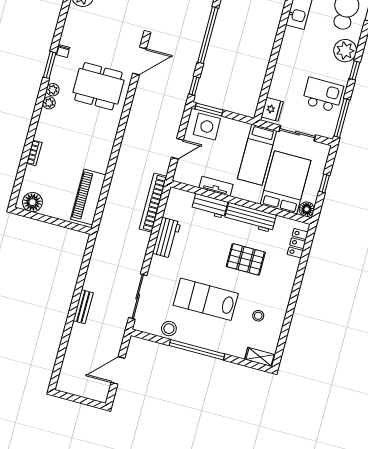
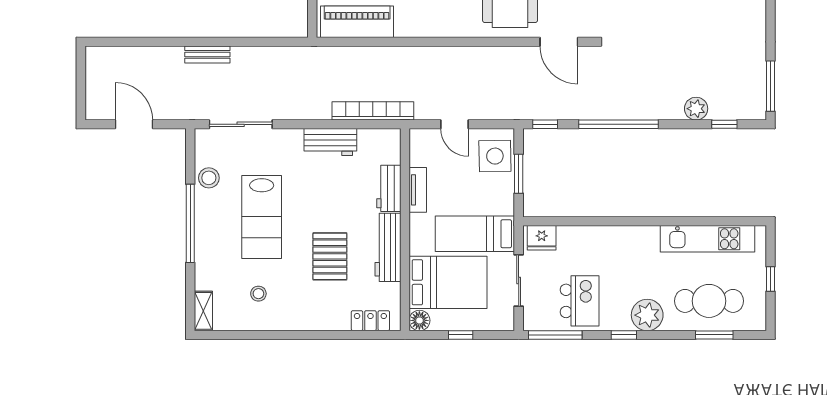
window: (209, 109) -> (519, 174), moved
lab bench: (206, 299) -> (262, 217), turned 180

